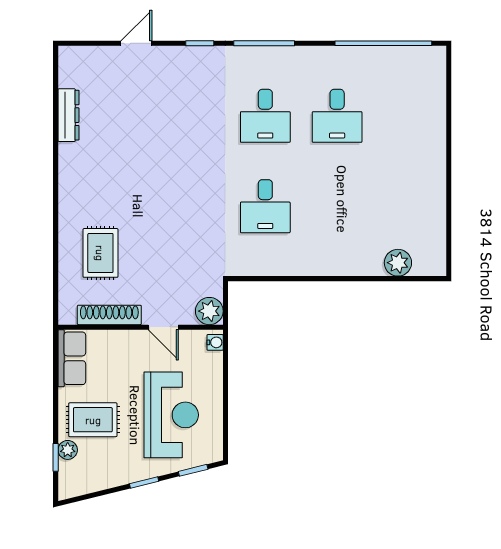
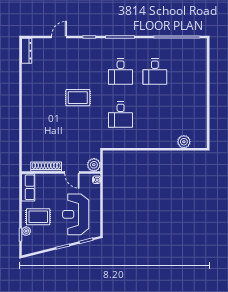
dresser: (68, 115) -> (27, 51), moved
rug: (100, 253) -> (78, 98), moved, turned 90
reception desk: (171, 415) -> (76, 214), turned 180

